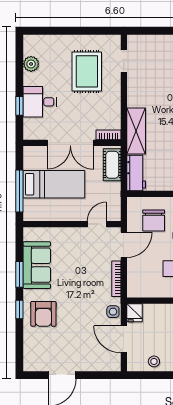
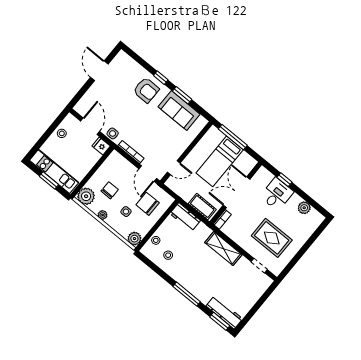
shelving: (136, 131) -> (223, 249), moved
door: (97, 224) -> (174, 168), hinge flipped
armchair: (43, 314) -> (146, 90), turned 180
door: (124, 339) -> (90, 126), hinge flipped

